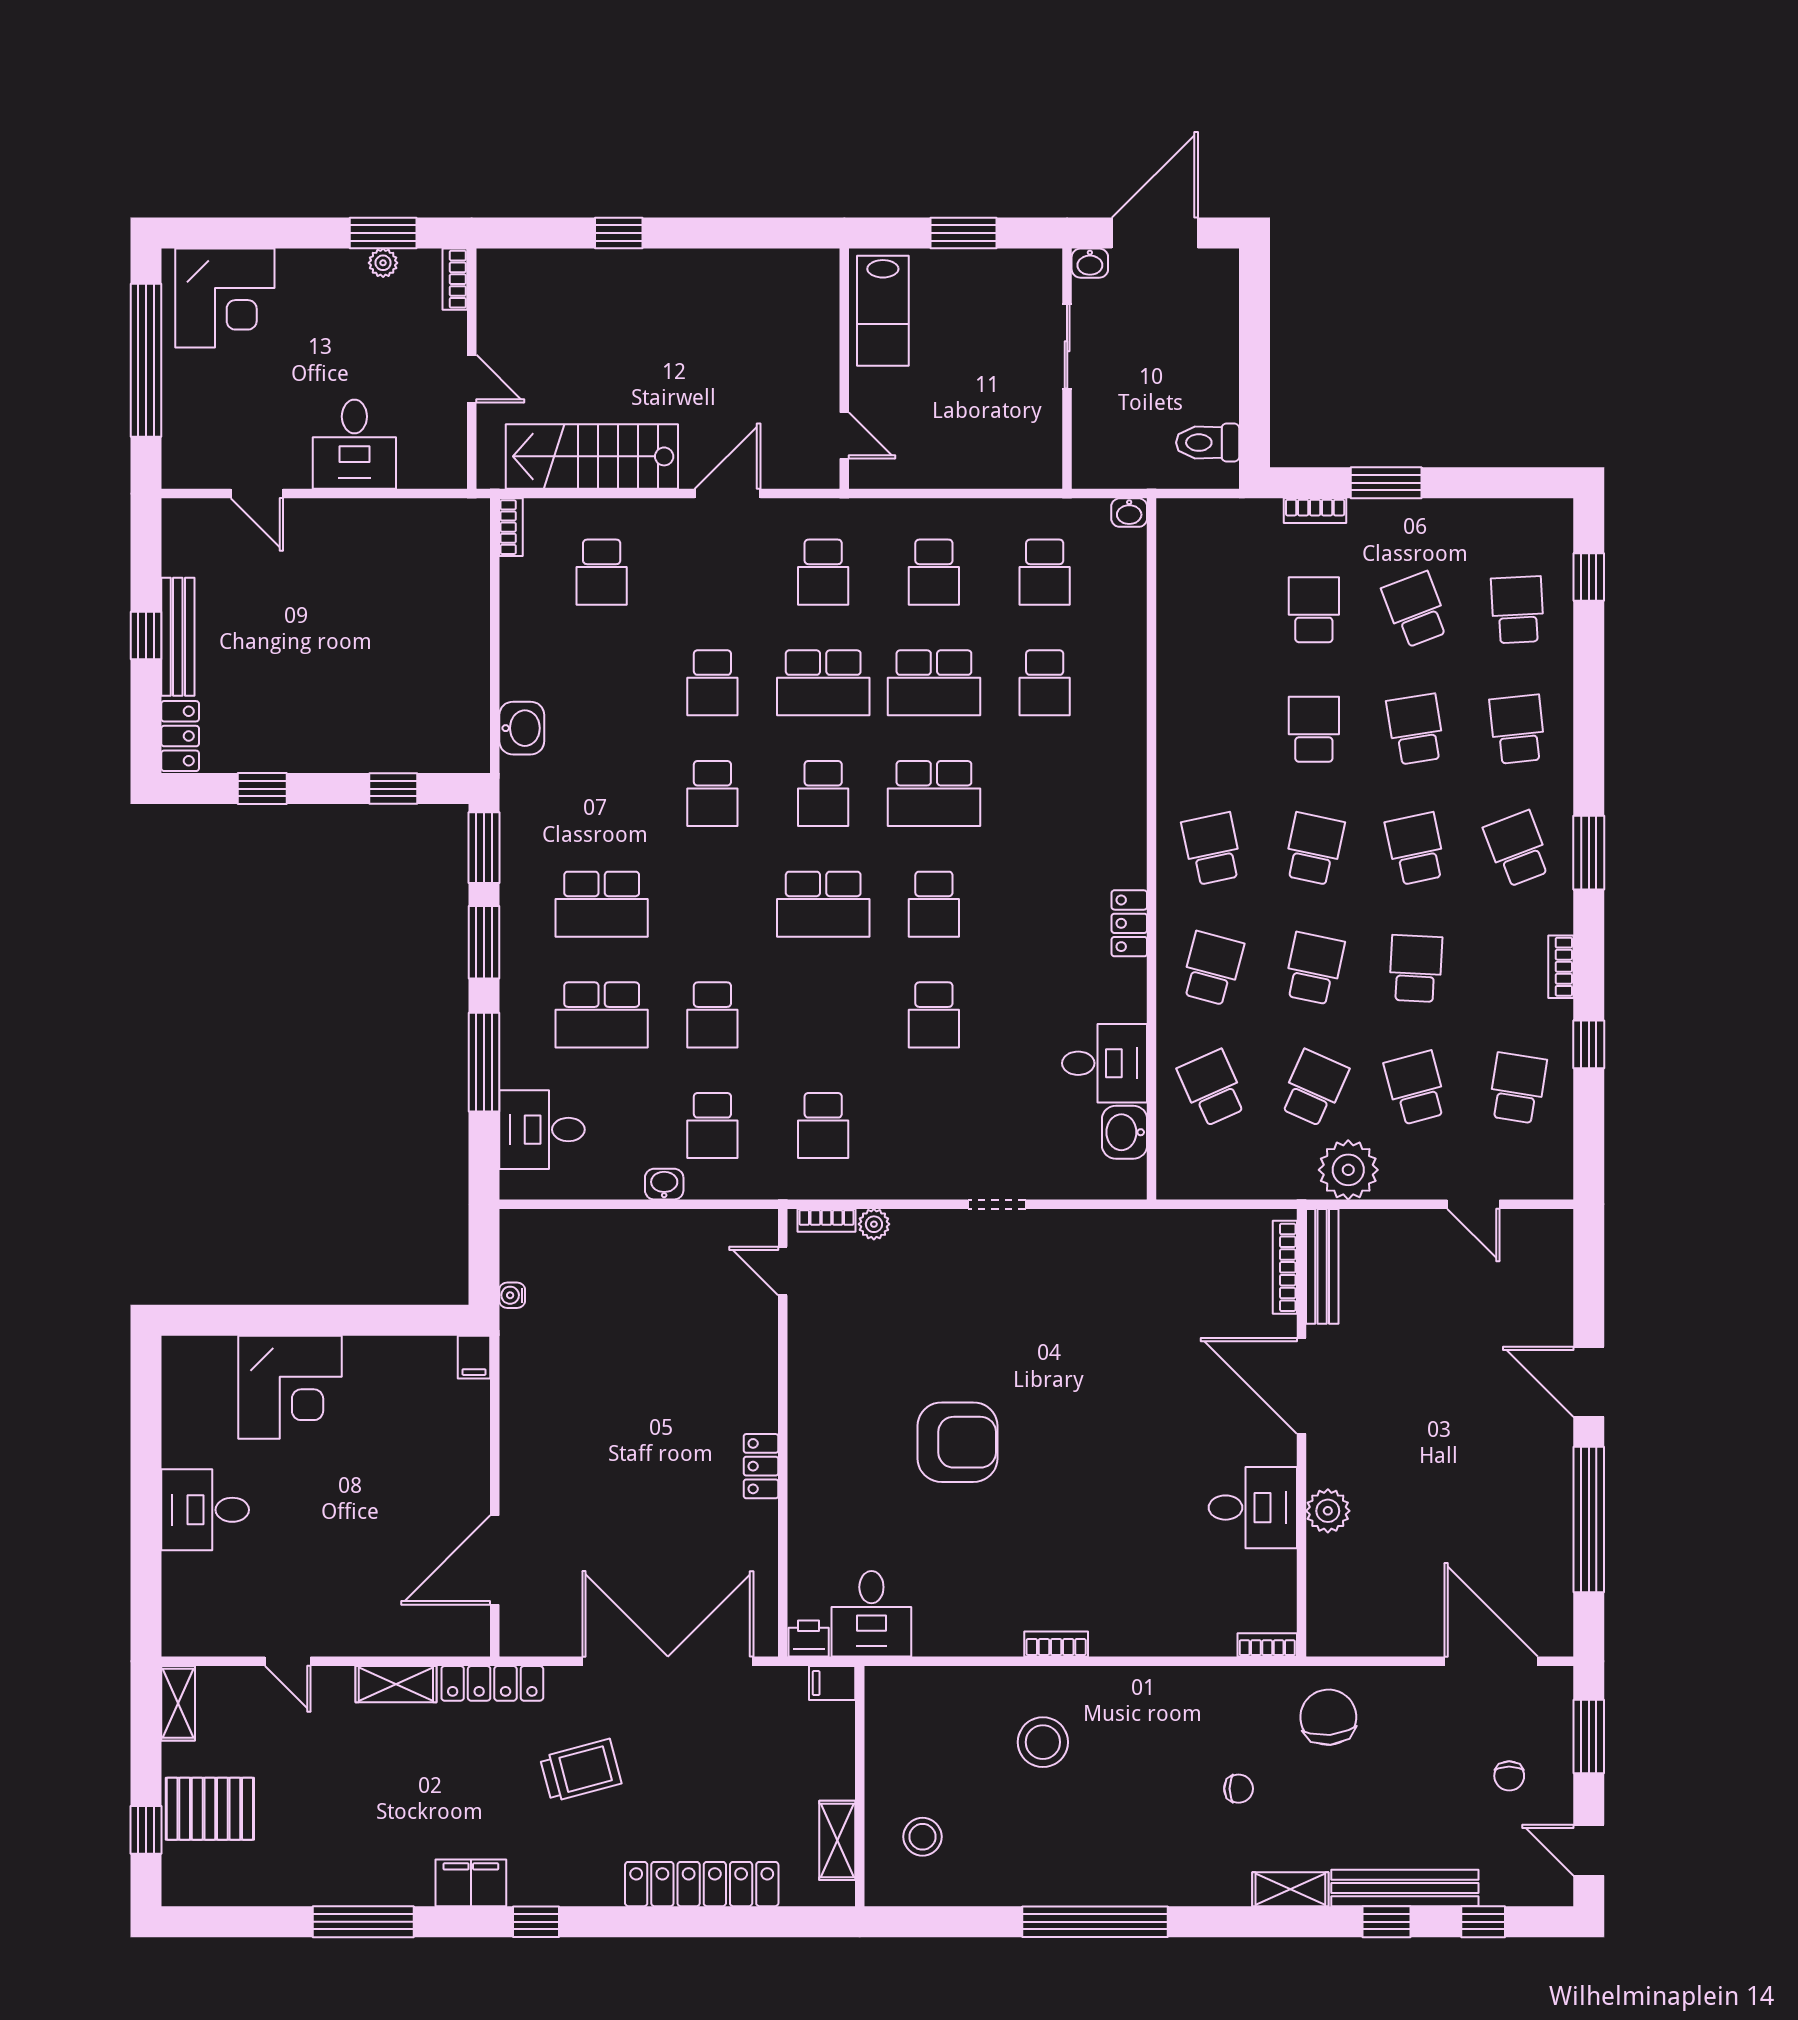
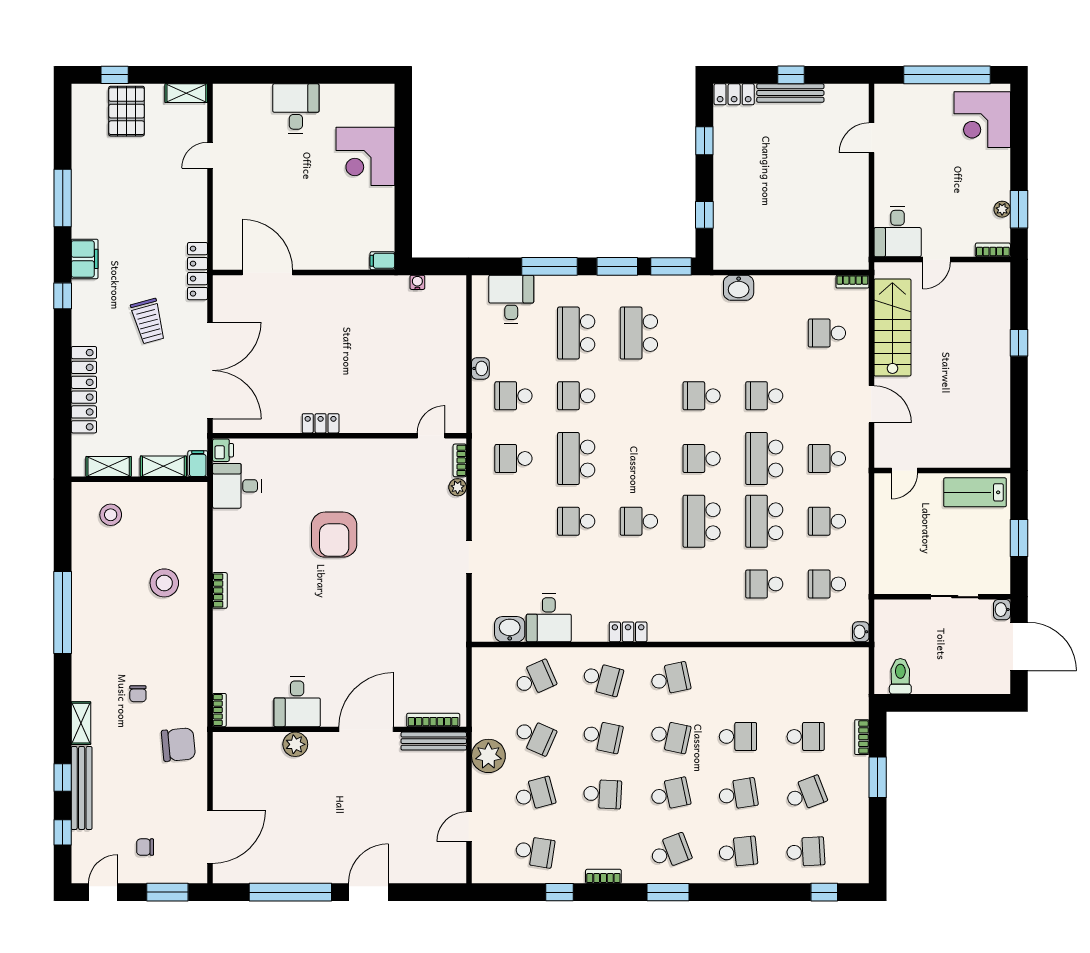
desk: (354, 444) -> (898, 232), moved, turned -90
school desk: (823, 904) -> (576, 458), moved
shelving: (396, 1684) -> (163, 466), moved, turned 90

